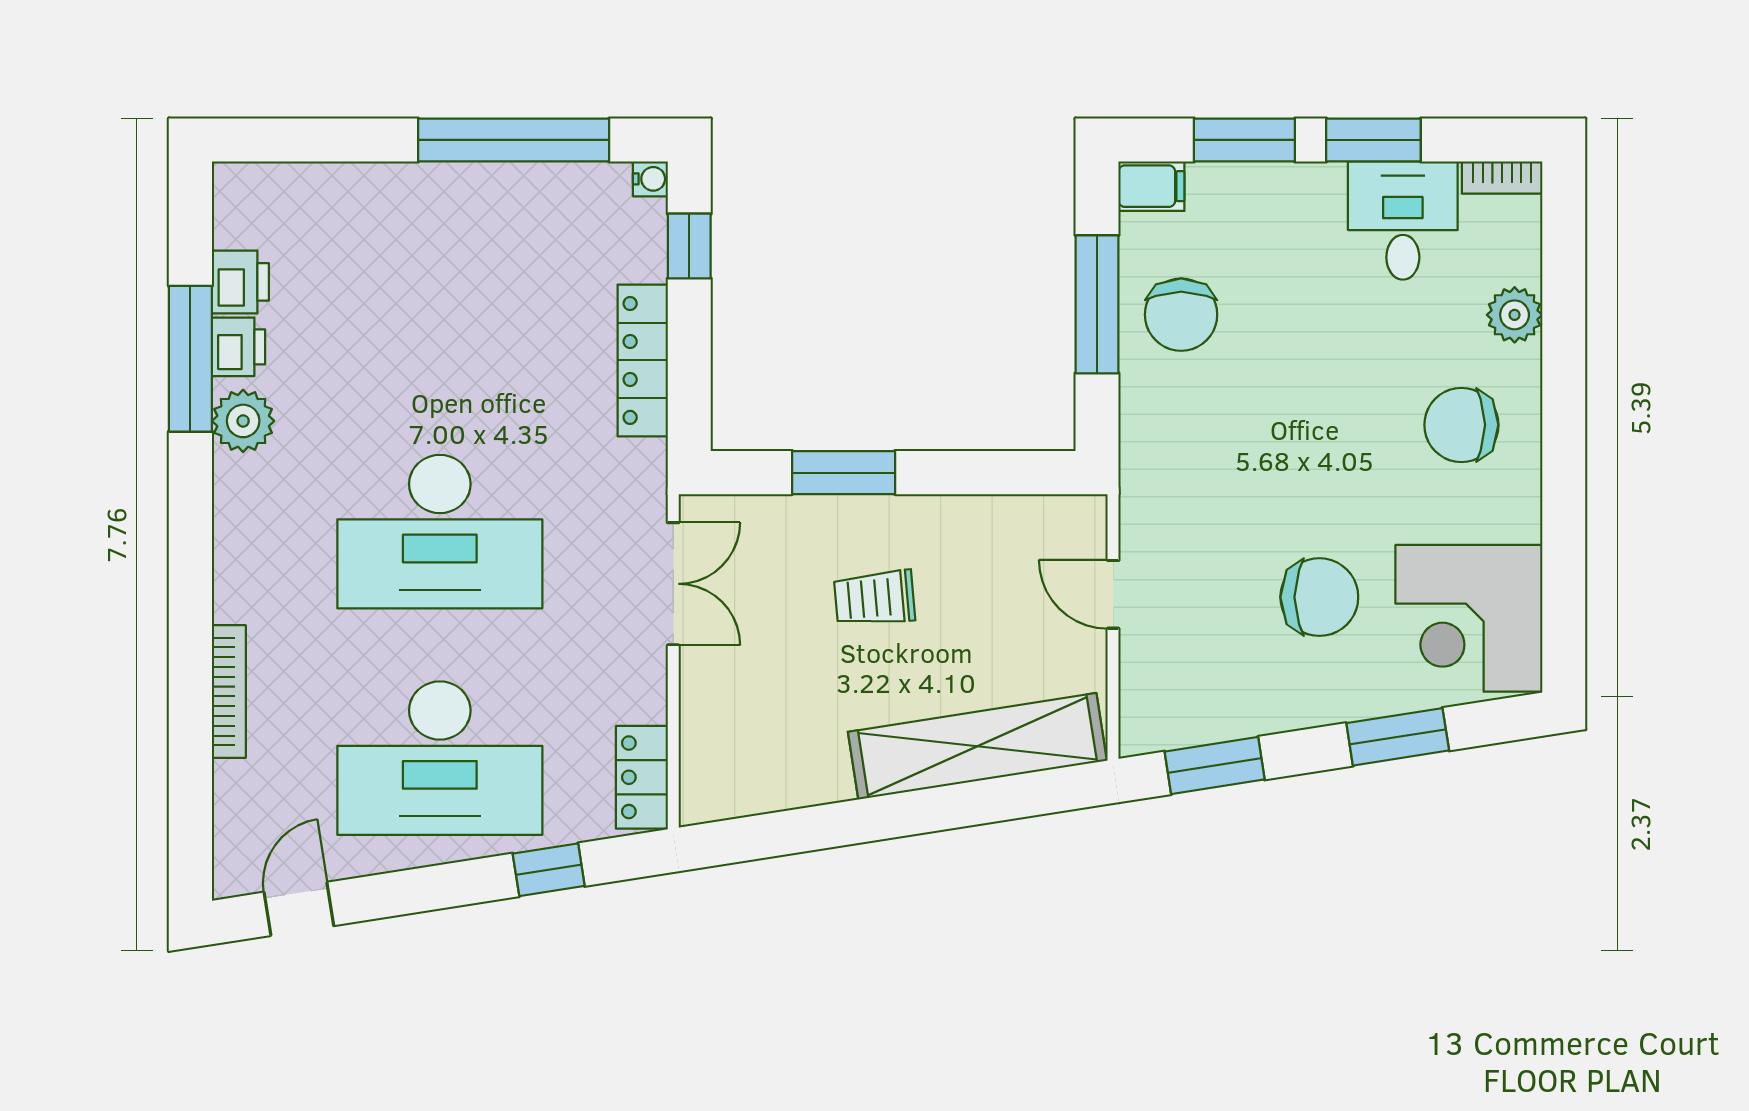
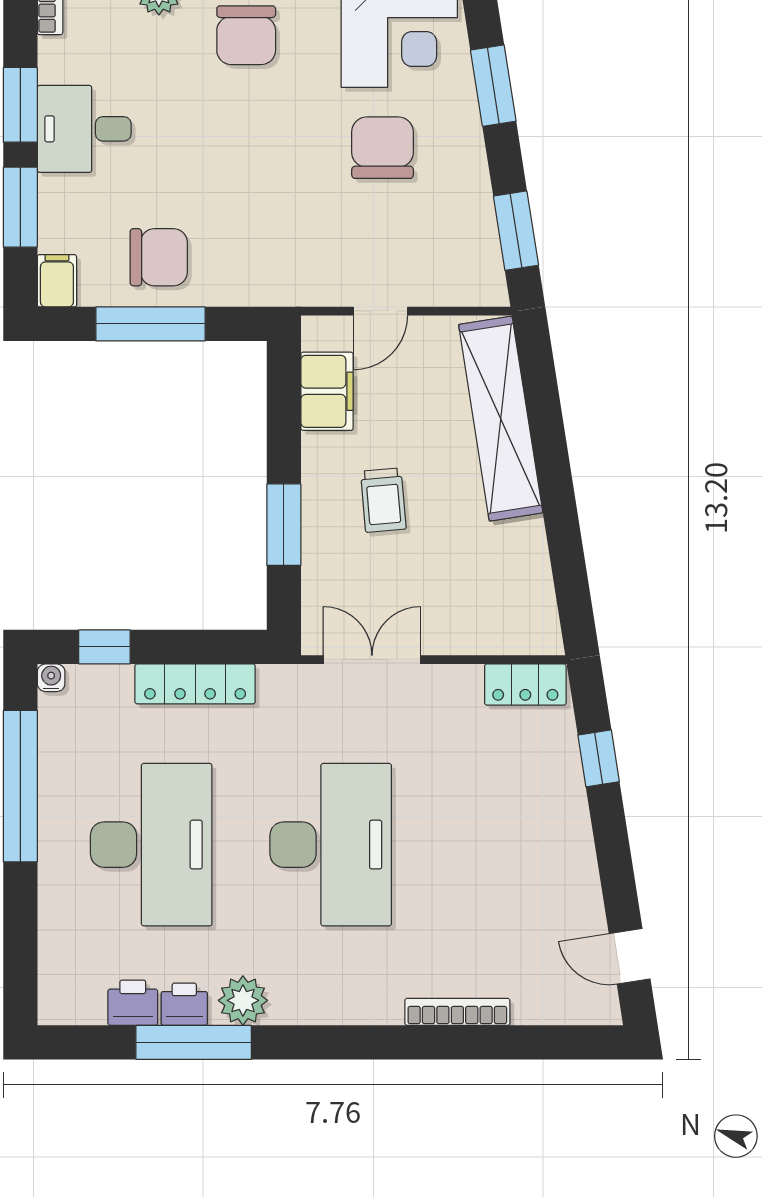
desk: (1403, 221) -> (84, 129), moved
filing cabinet: (1012, 527) -> (327, 391), added
desk: (440, 758) -> (151, 845), moved

